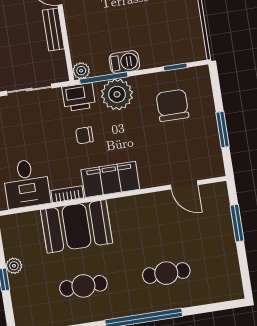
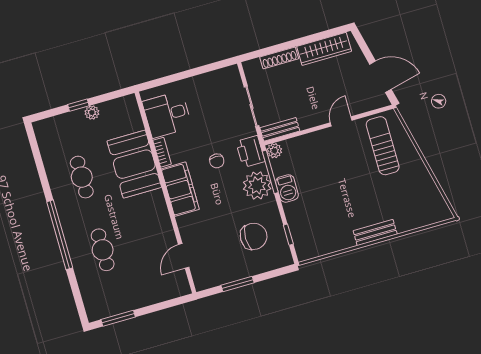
bench: (53, 29) -> (280, 129), moved
chair: (84, 135) -> (217, 161), turned 180
window: (237, 223) -> (118, 318), moved

